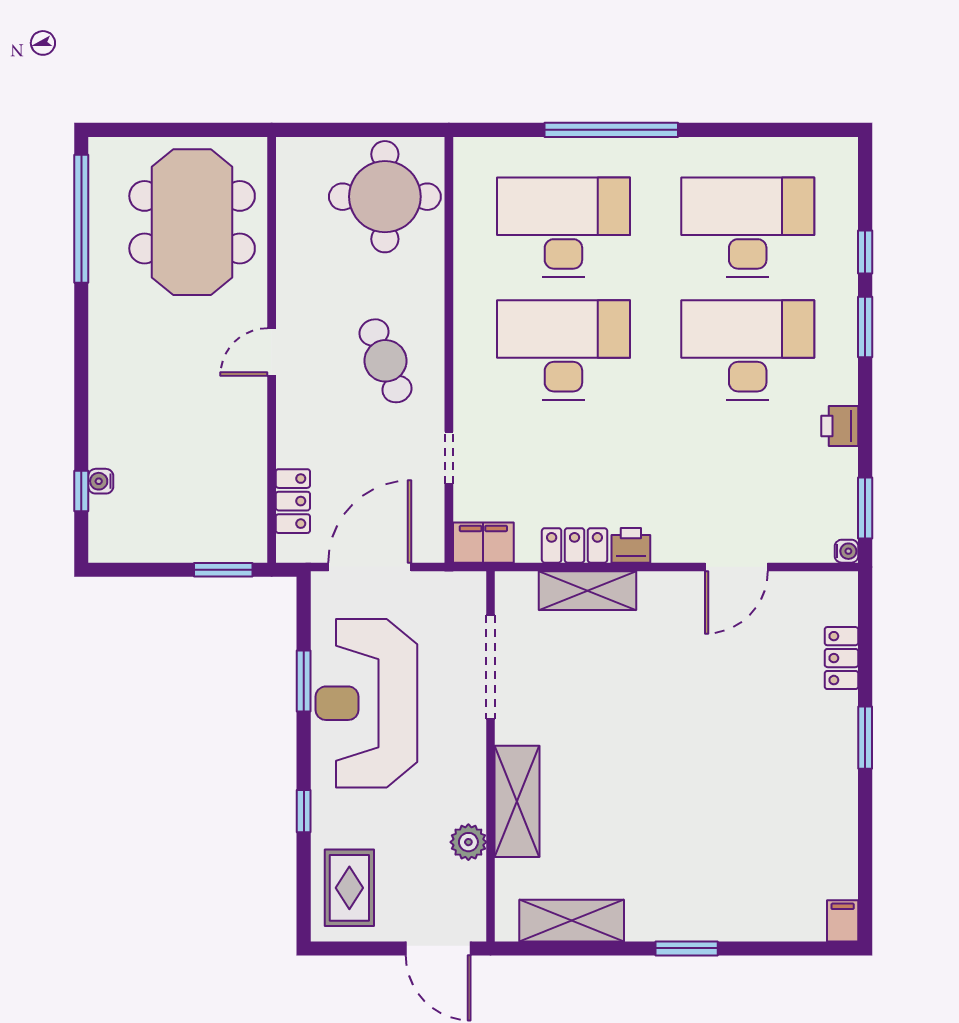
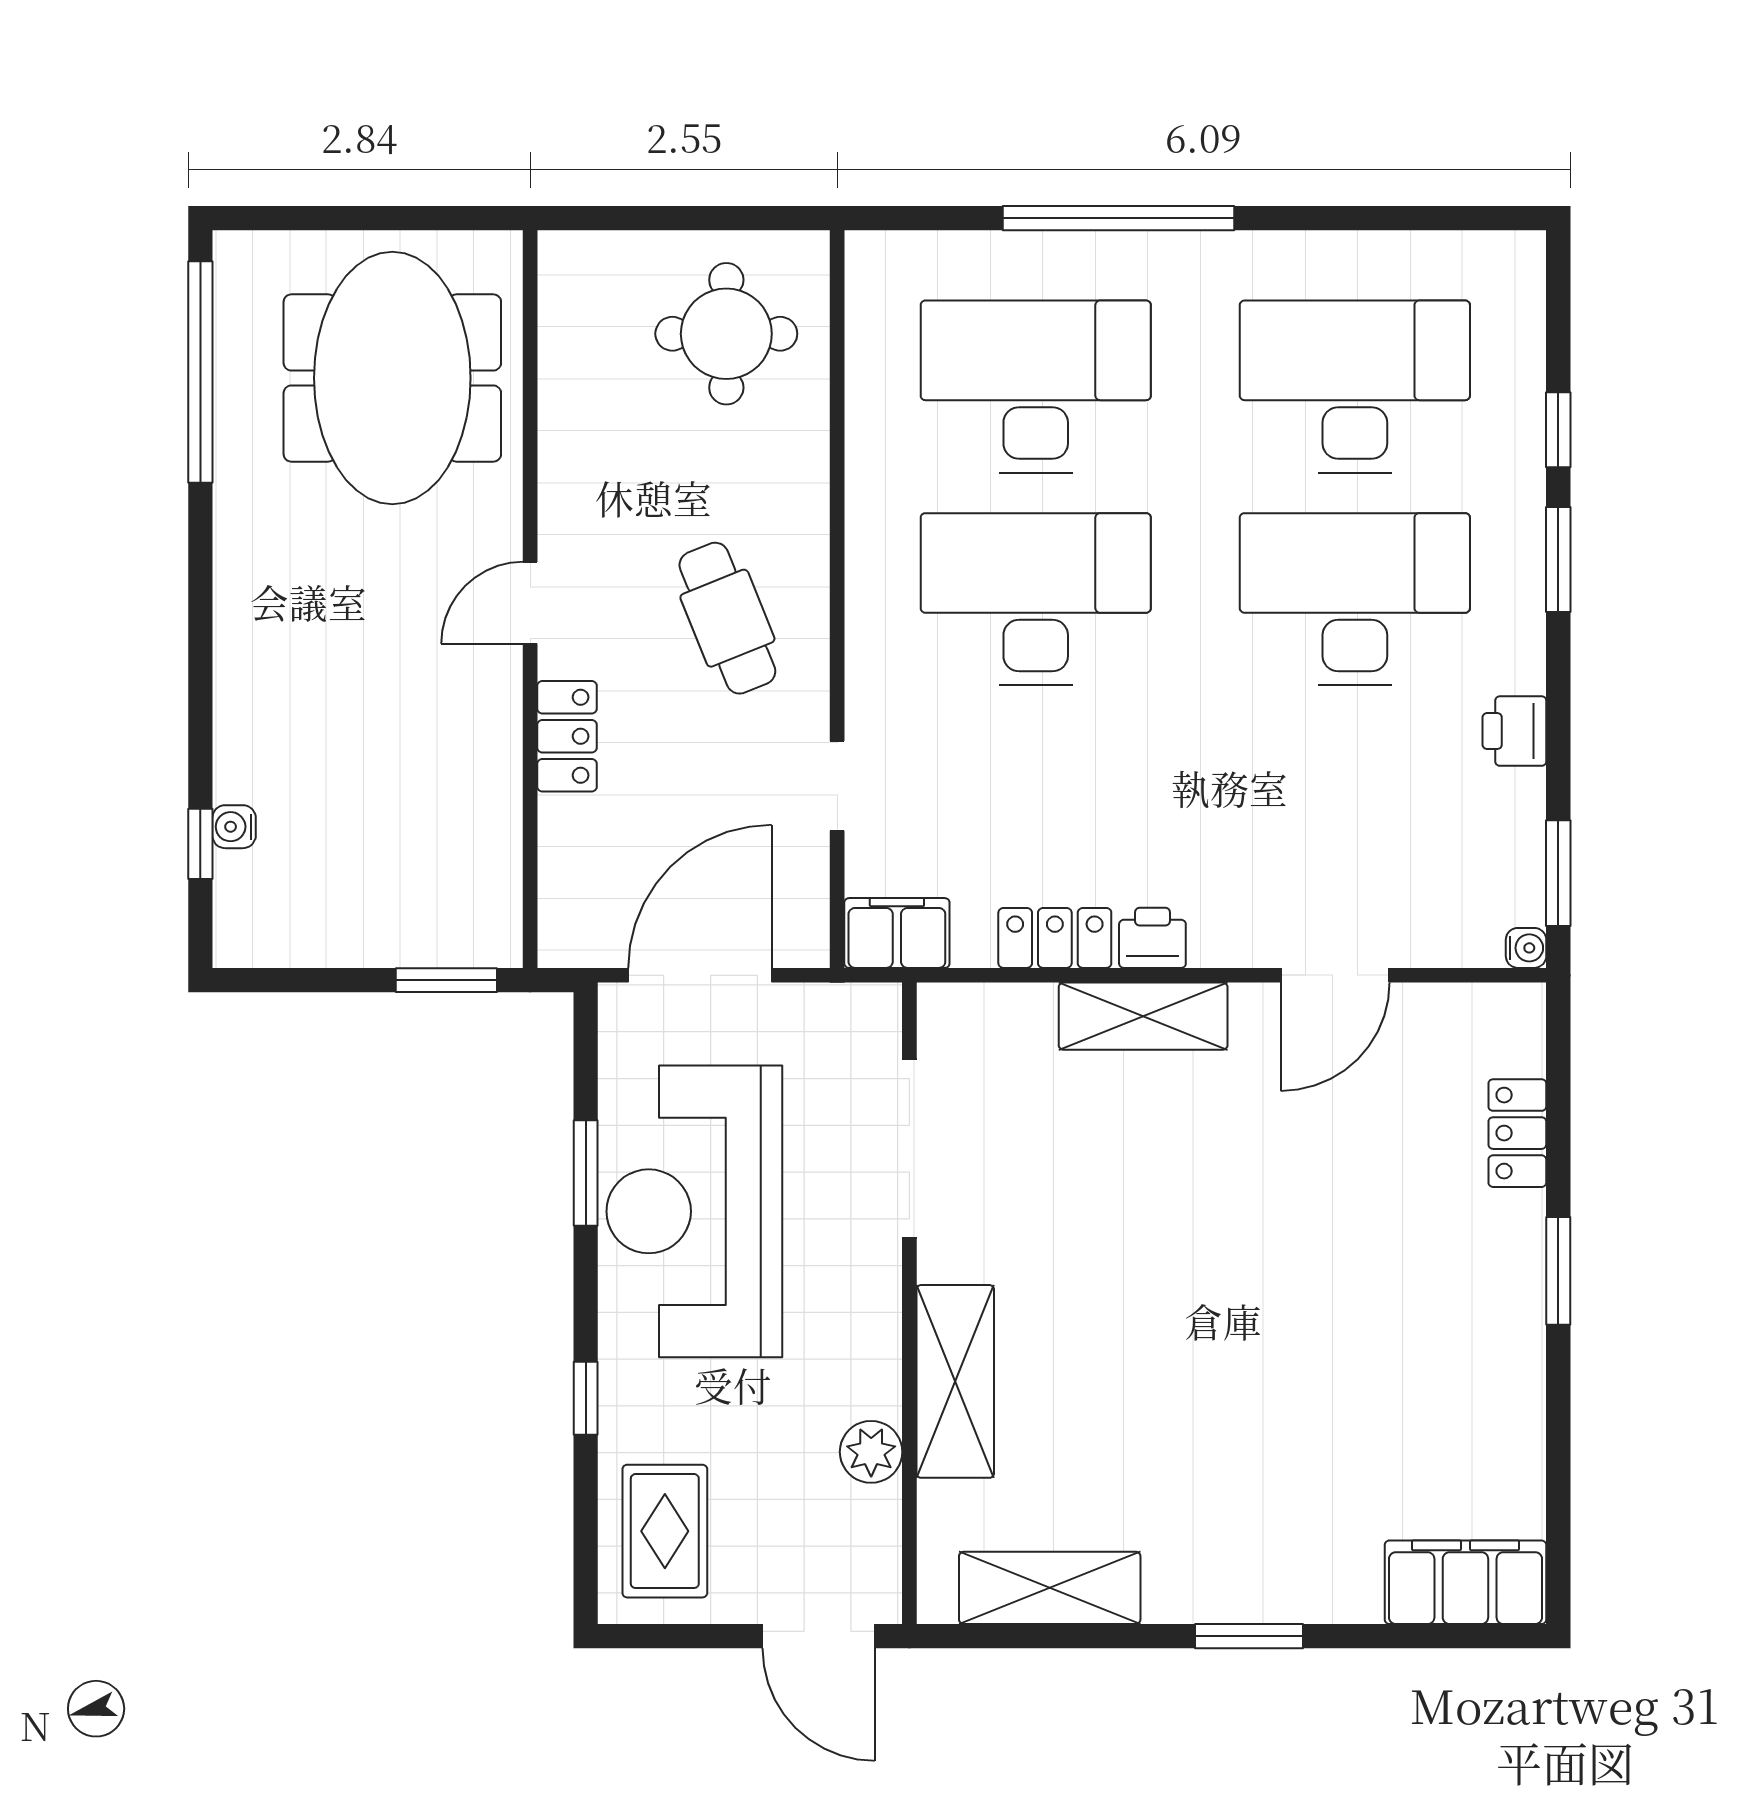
round table: (385, 197) -> (726, 334), width x0.73, depth x0.73
locker: (293, 501) -> (567, 736), moved
shelving: (588, 591) -> (1143, 1016), moved
filing cabinet: (843, 921) -> (1465, 1582), width x3.00, depth x1.17

